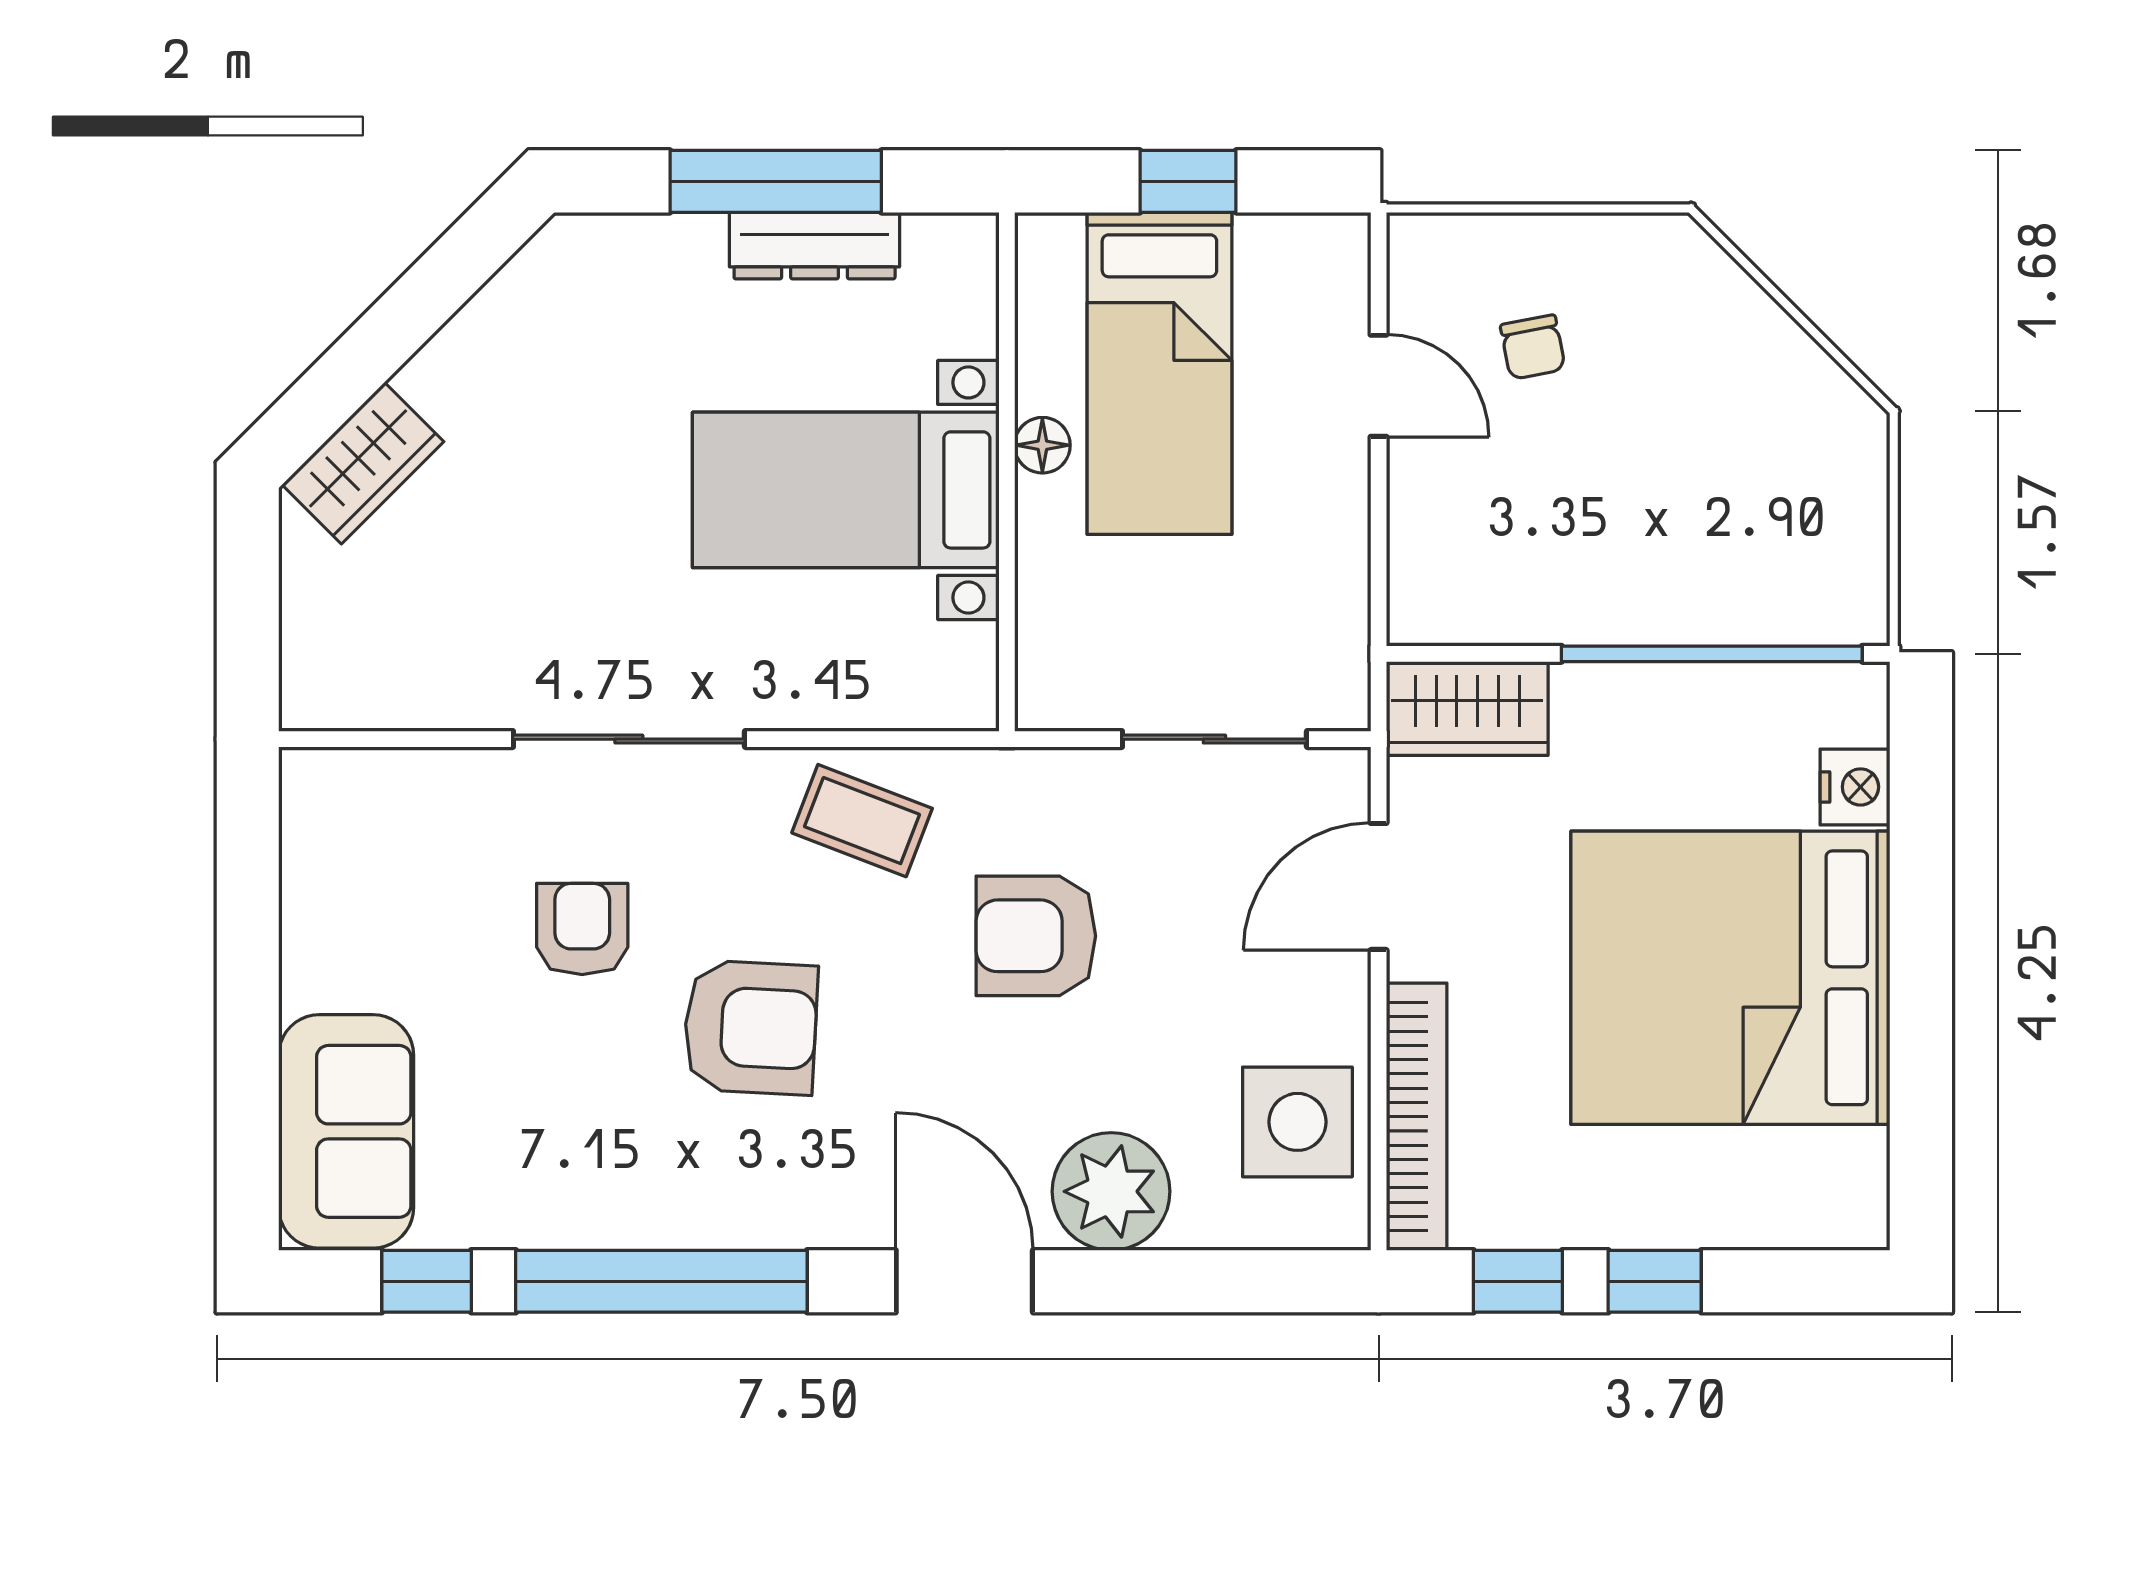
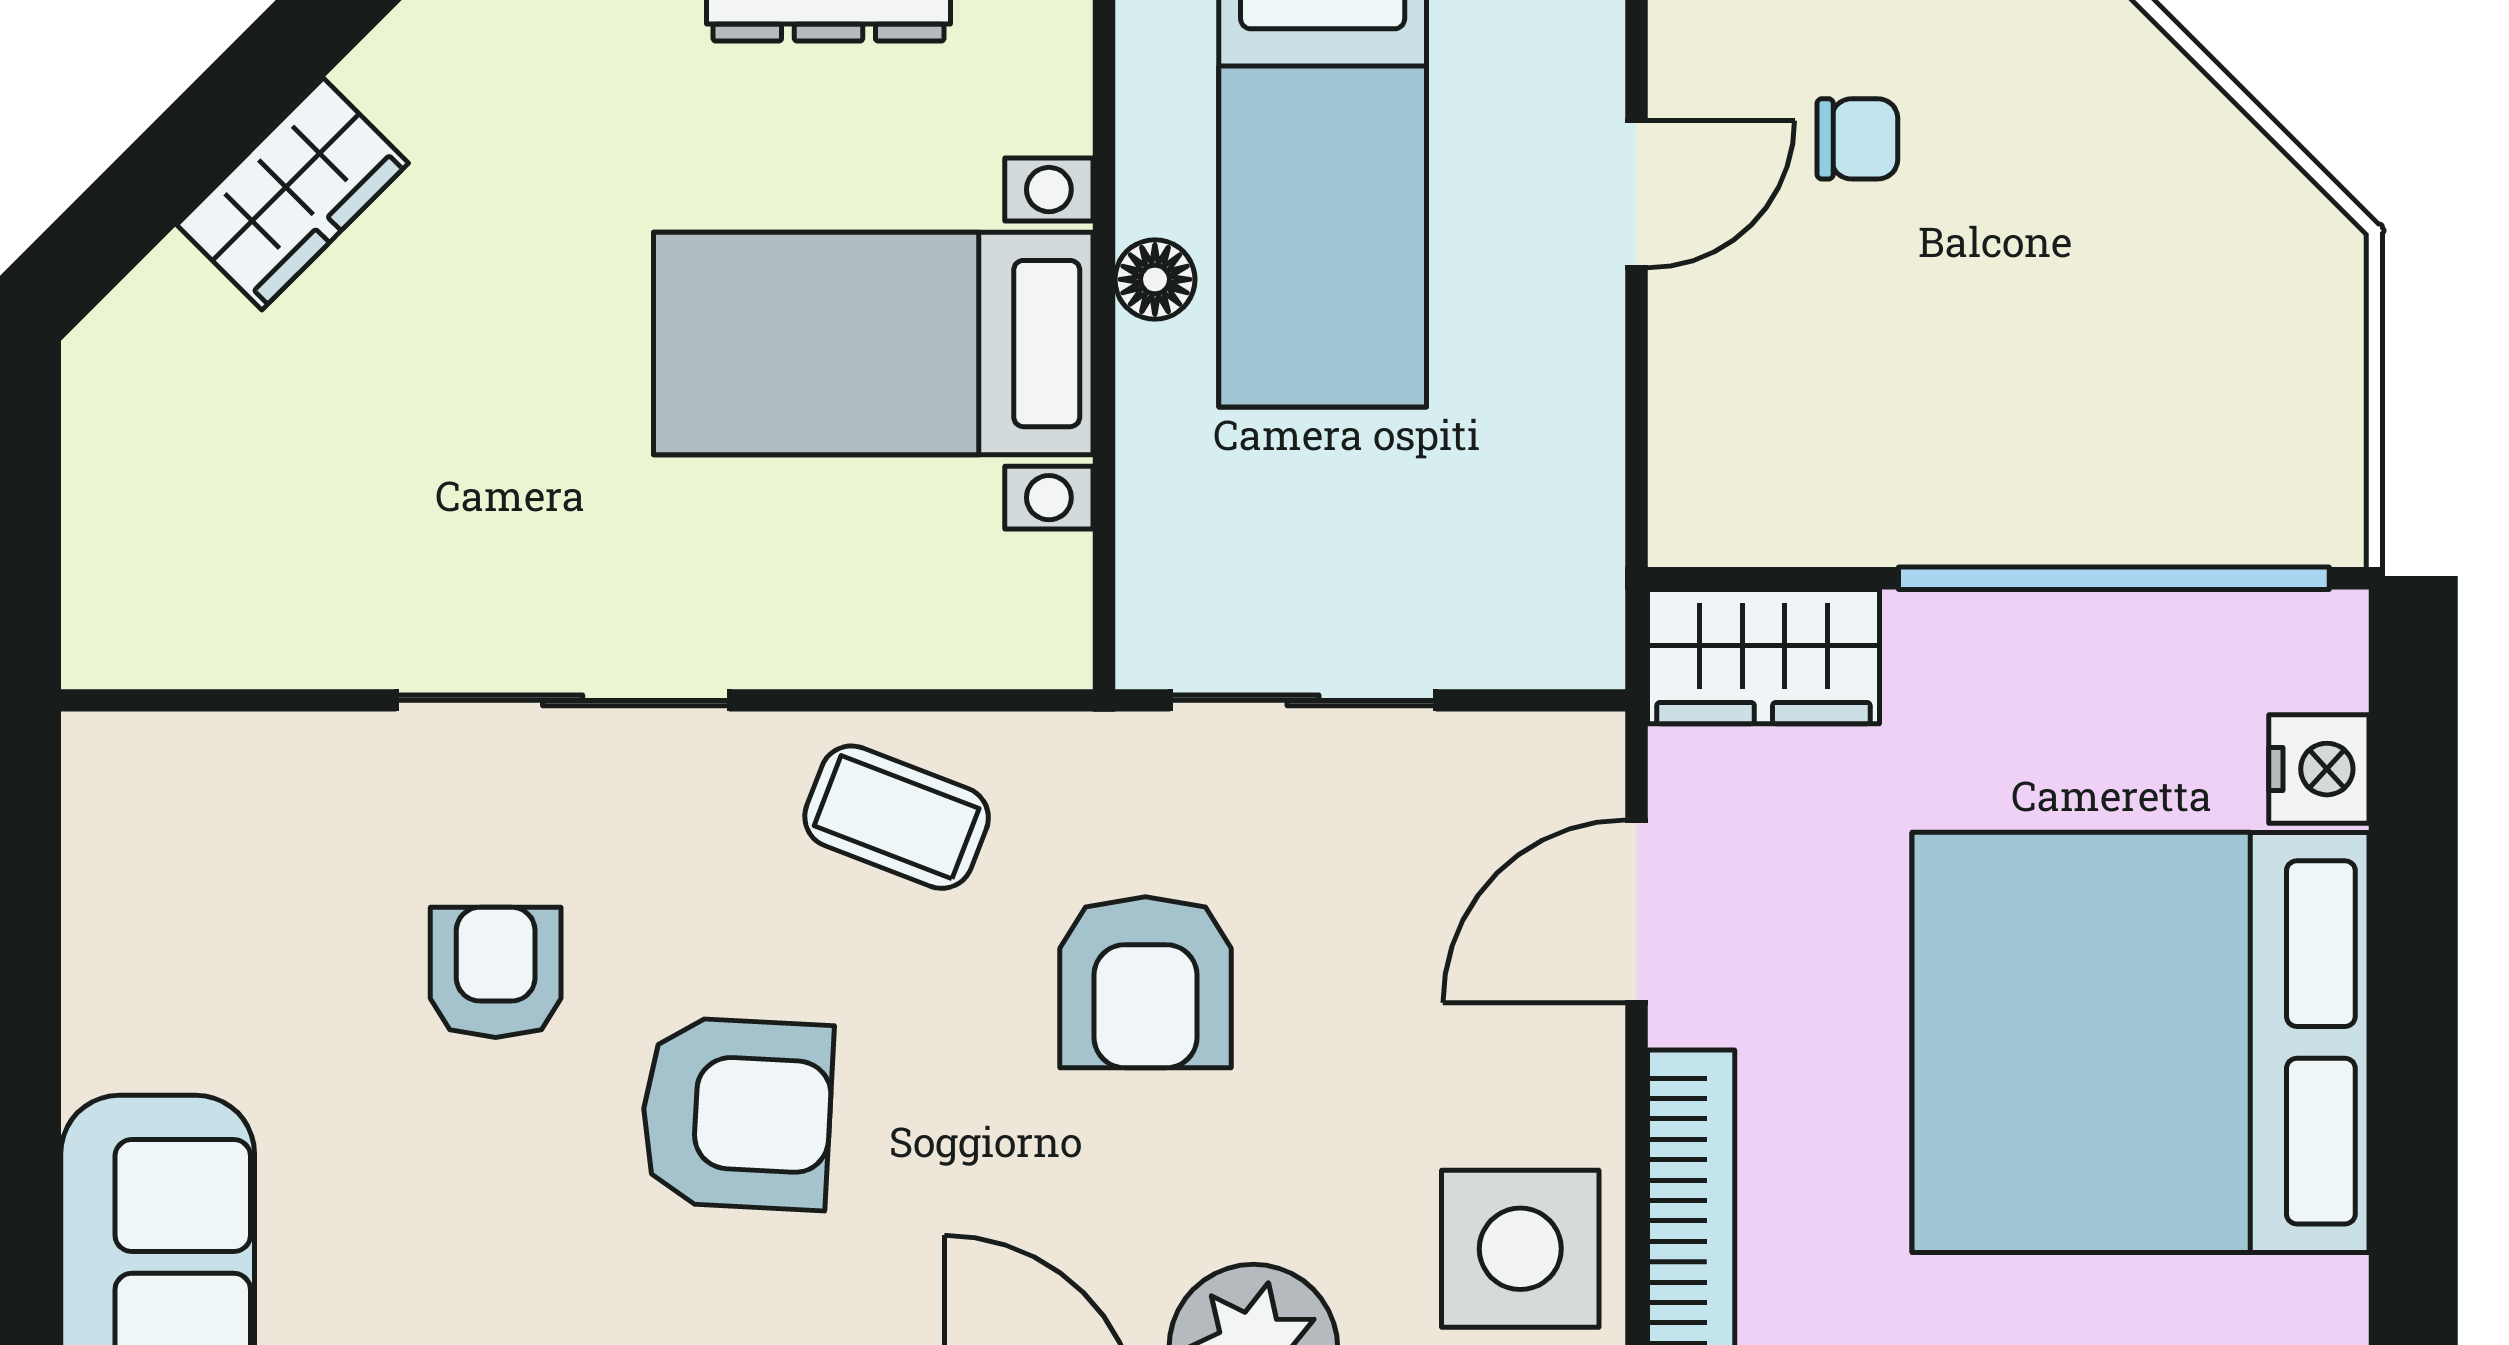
chair: (1533, 347) -> (1857, 139), turned -79
door: (1379, 386) -> (1637, 194), hinge flipped
wardrobe: (363, 463) -> (293, 194), moved
sliding door: (1214, 739) -> (1303, 700), moved
armchair: (1036, 936) -> (1145, 982), turned -90

